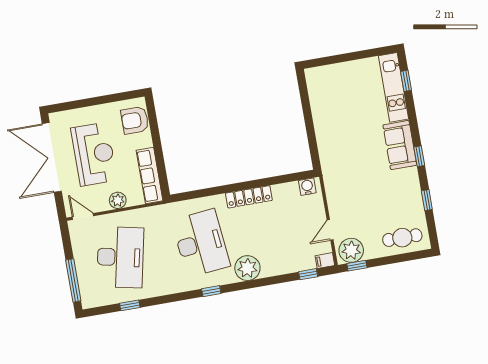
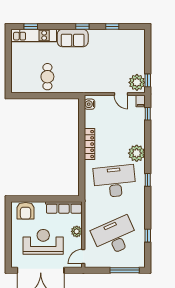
cafe table: (402, 238) -> (47, 77), moved
desk: (120, 257) -> (115, 236), turned -36

